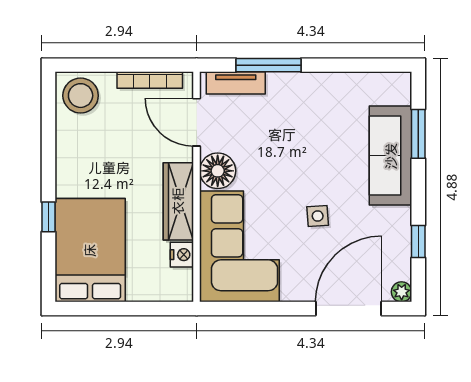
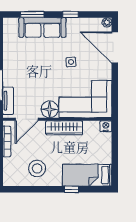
stool: (81, 96) -> (37, 168), moved
window: (418, 242) -> (71, 14), moved
bed: (90, 250) -> (87, 175), width x0.67
nightstand: (182, 255) -> (106, 126), moved

